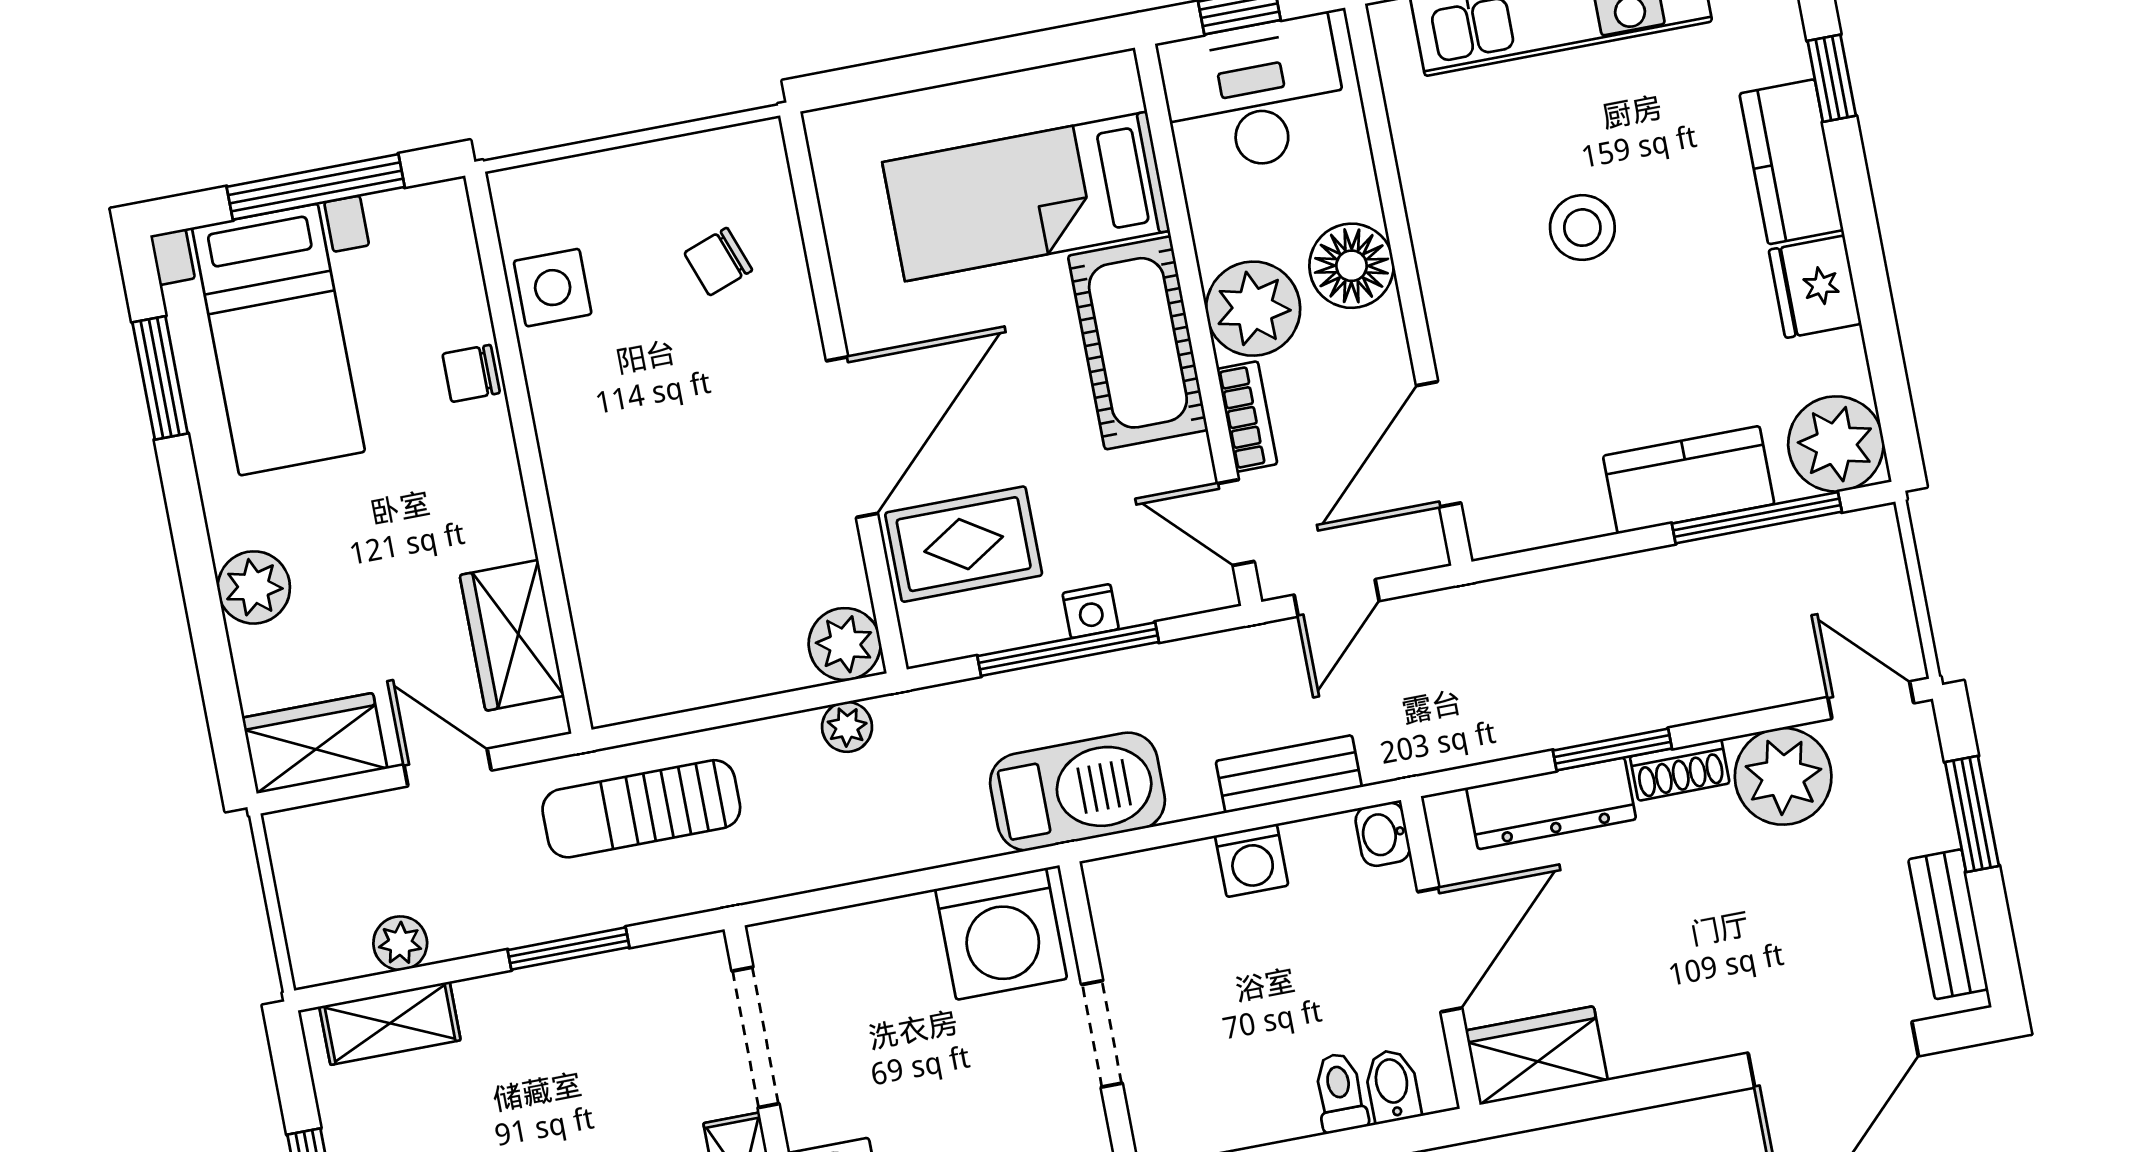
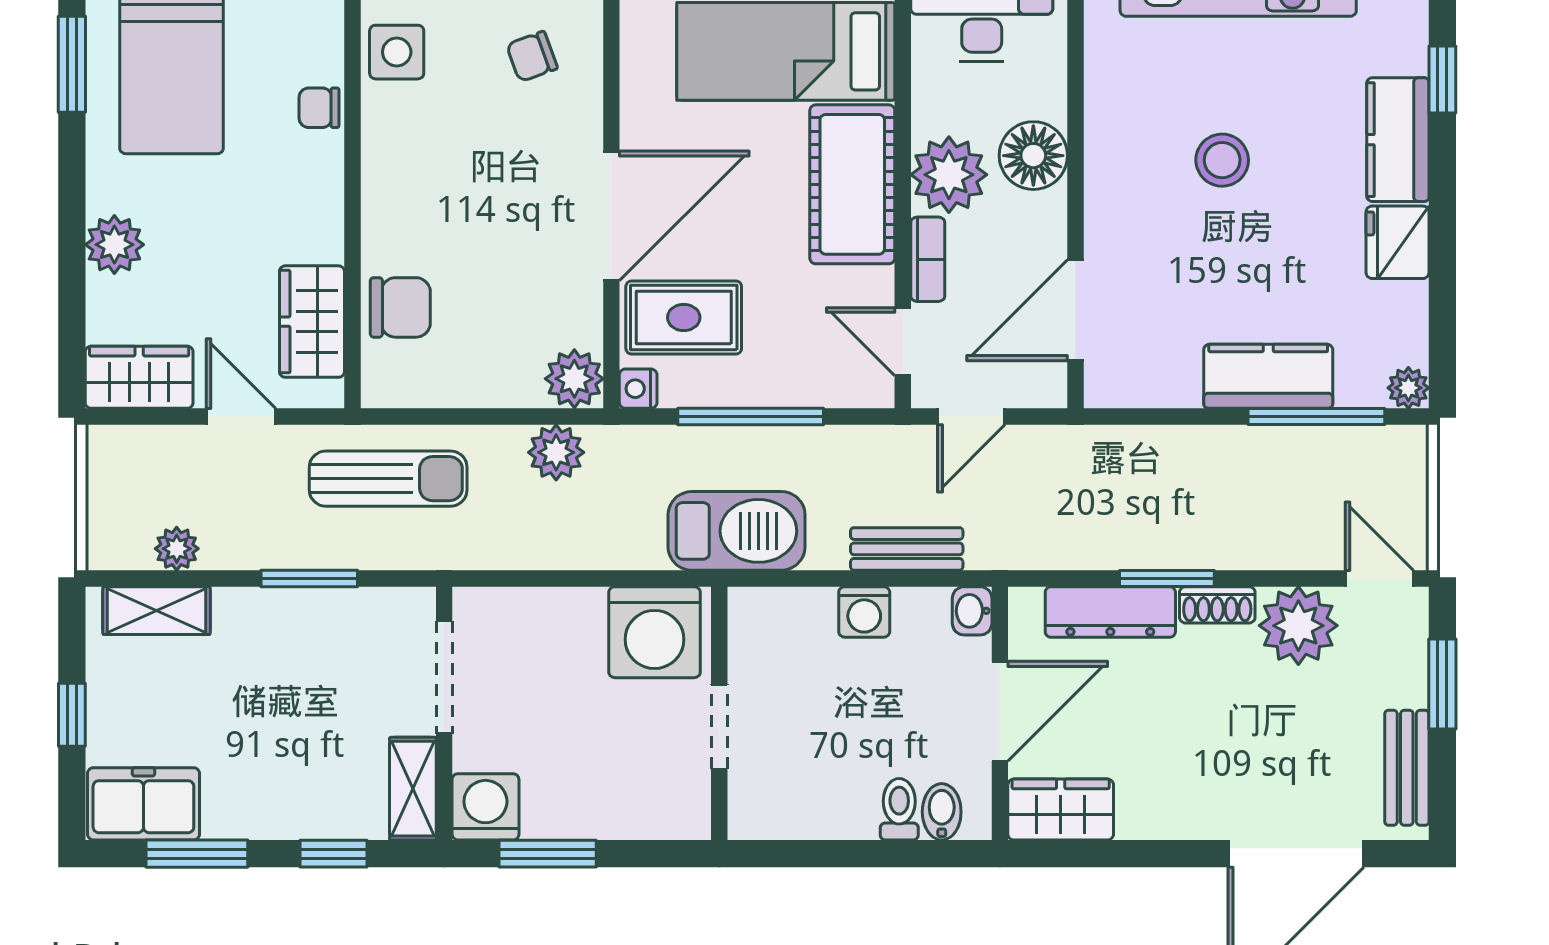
plant: (1836, 444) -> (1408, 388), width x0.53, depth x0.53
chair: (616, 598) -> (400, 307), added
nightstand: (1091, 611) -> (638, 389), moved, turned 90
plant: (847, 727) -> (556, 452), width x1.38, depth x1.38
sun lounger: (641, 809) -> (388, 479), turned 180

